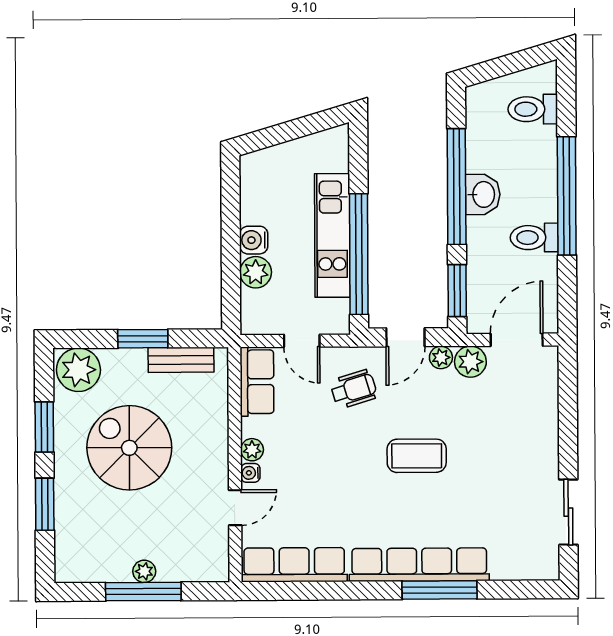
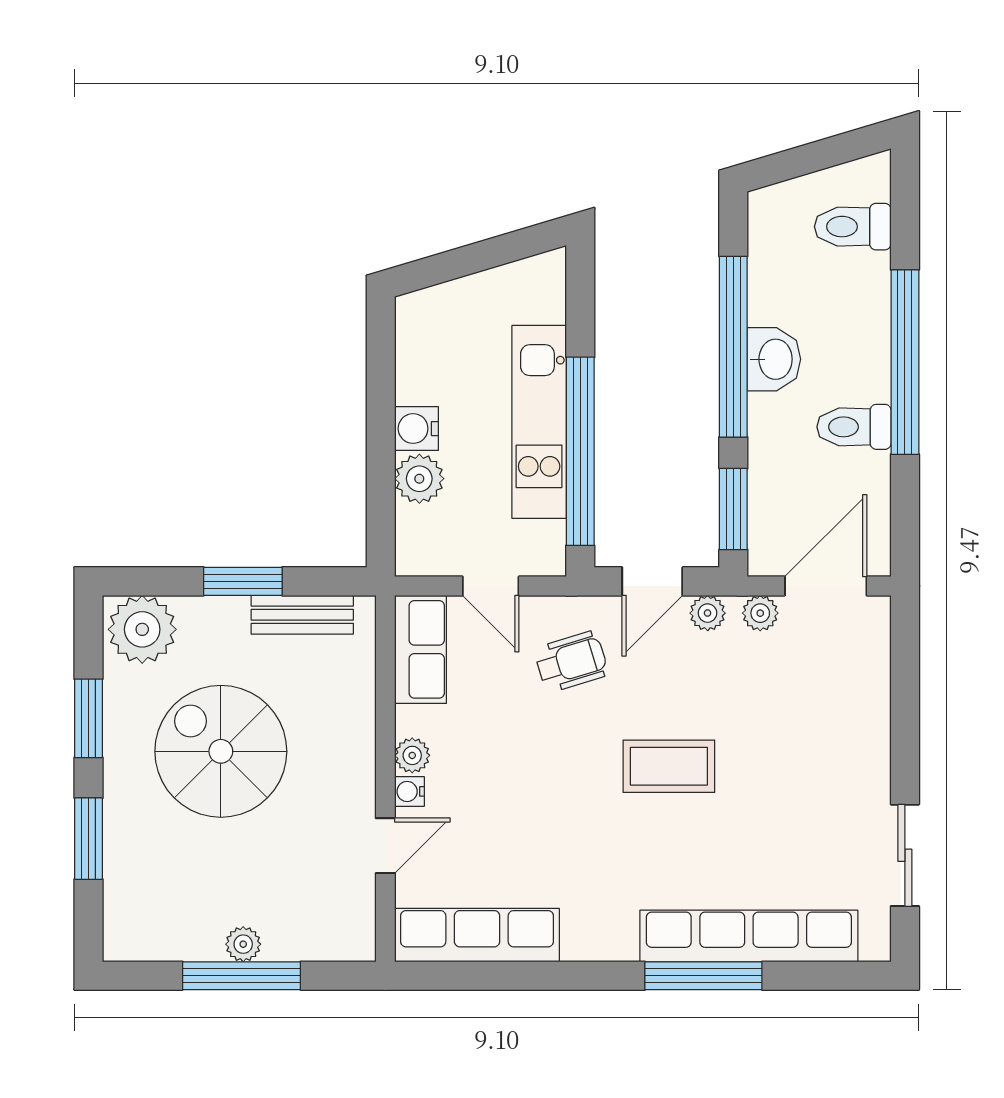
plant: (470, 362) -> (760, 613), width x0.73, depth x0.73
row of seats: (419, 565) -> (749, 936), moved

